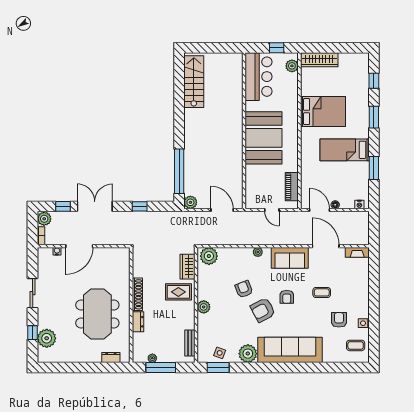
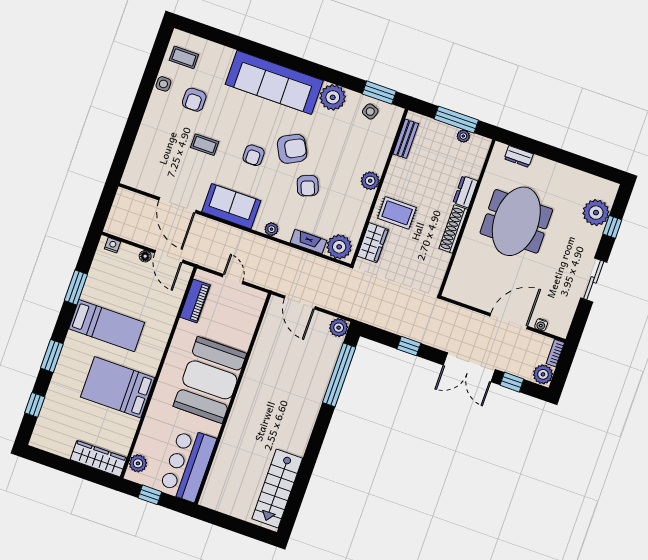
fireplace: (357, 252) -> (308, 242), moved
armchair: (287, 297) -> (254, 155), turned 180

